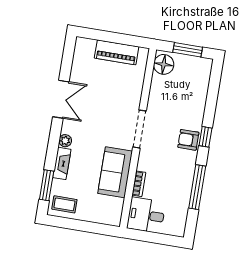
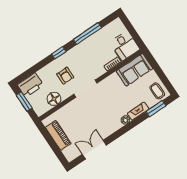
floor lamp: (164, 64) -> (54, 99), moved
printer: (199, 73) -> (30, 85), added
double door: (61, 99) -> (94, 150), moved
armchair: (188, 140) -> (65, 76), moved
sofa: (115, 172) -> (134, 70), moved

